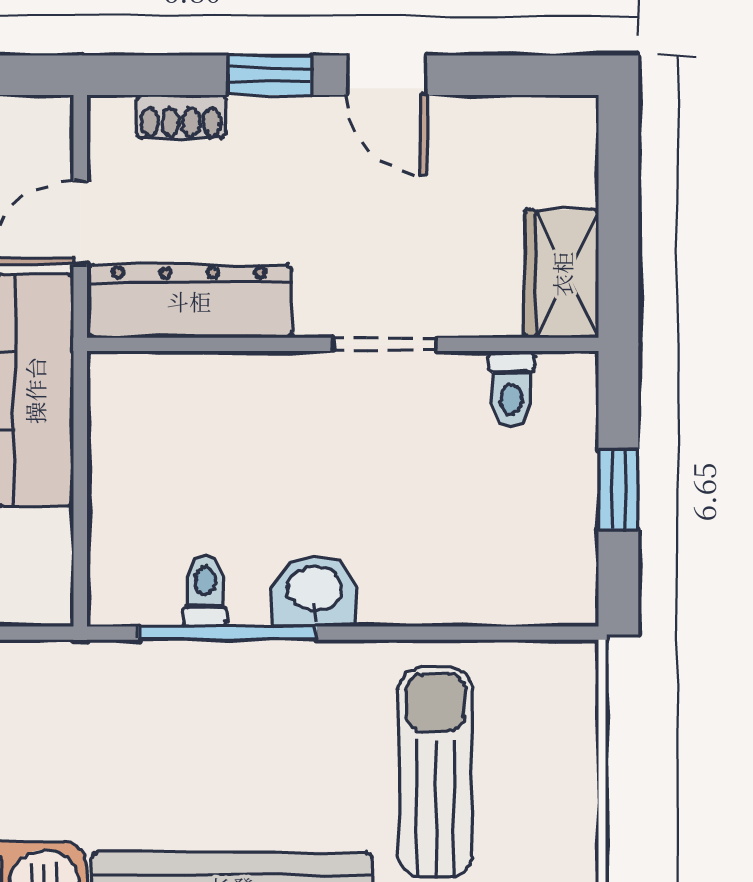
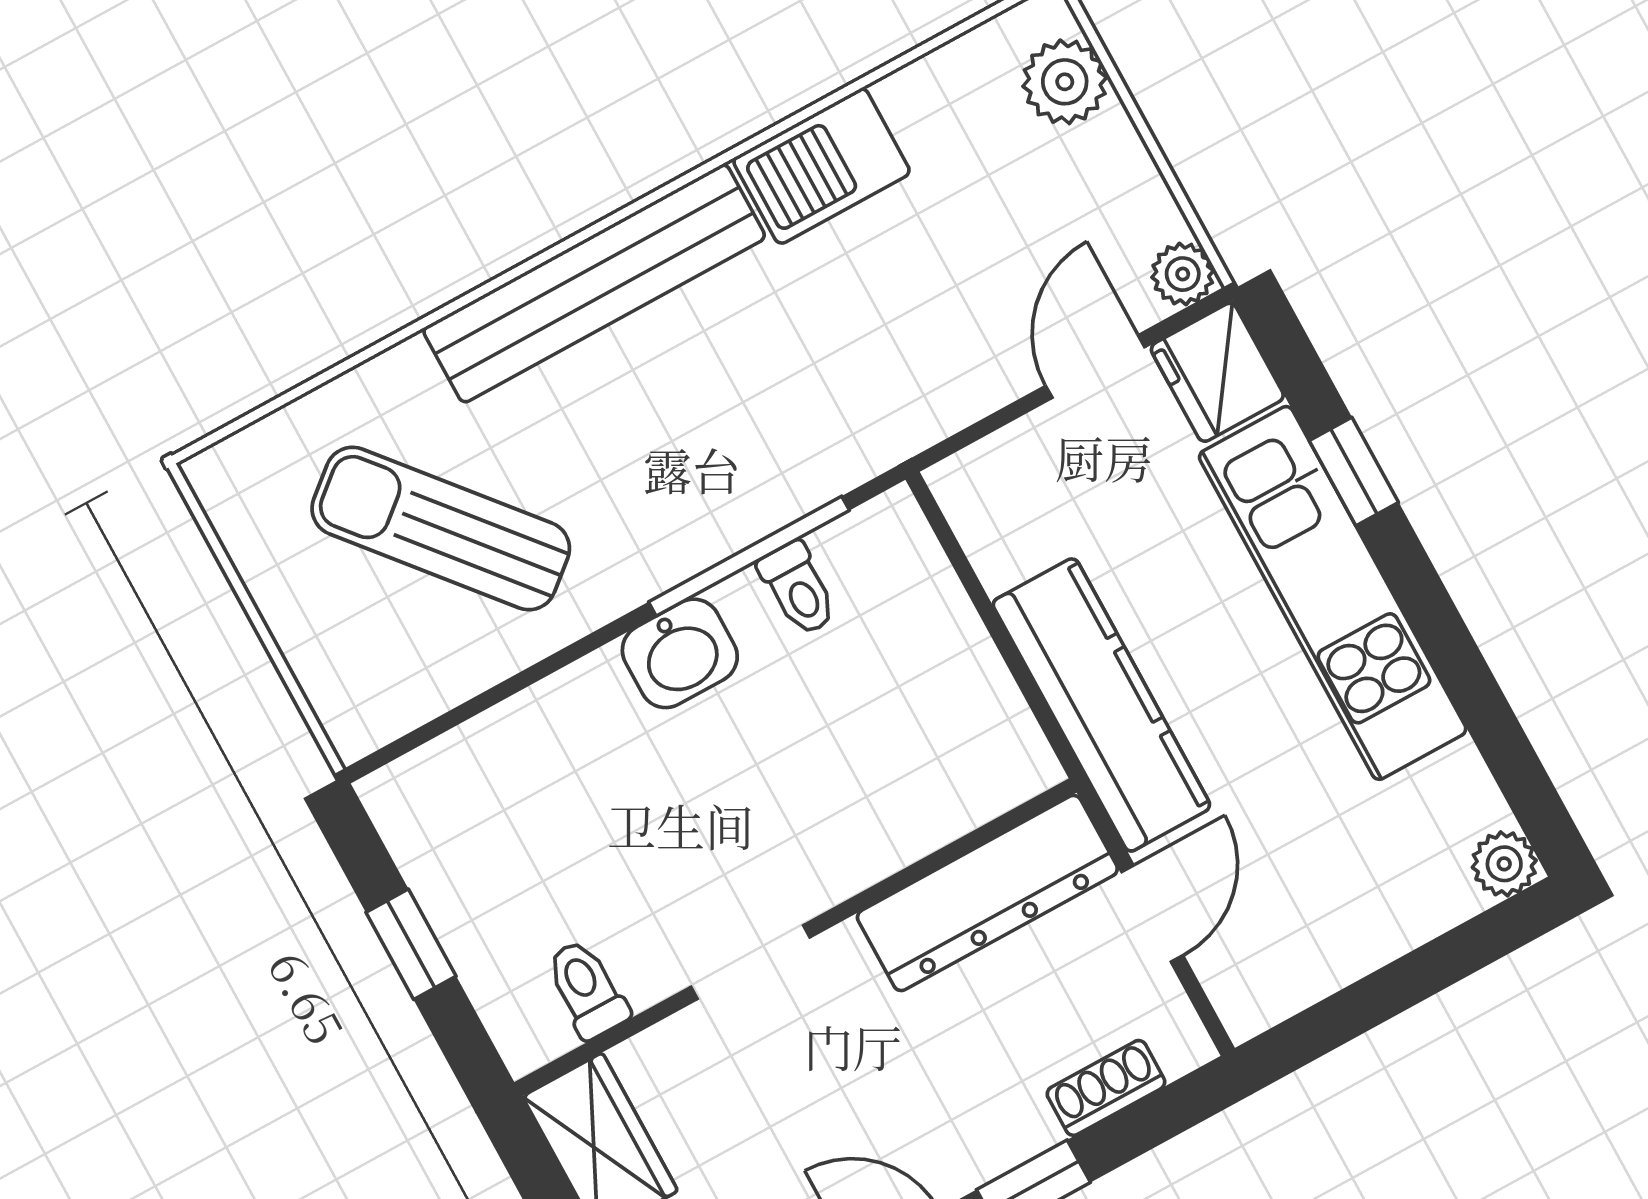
sun lounger: (436, 772) -> (441, 528), turned 140

